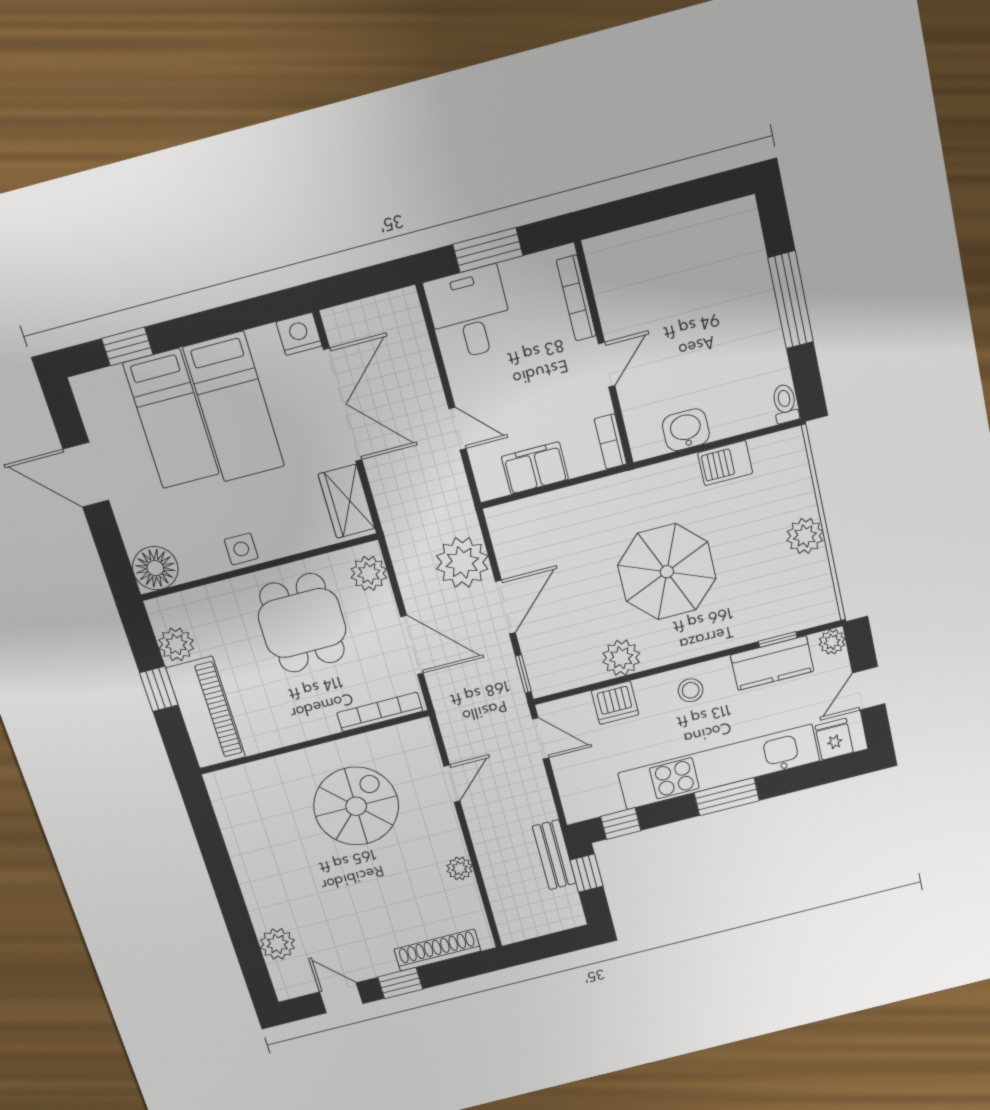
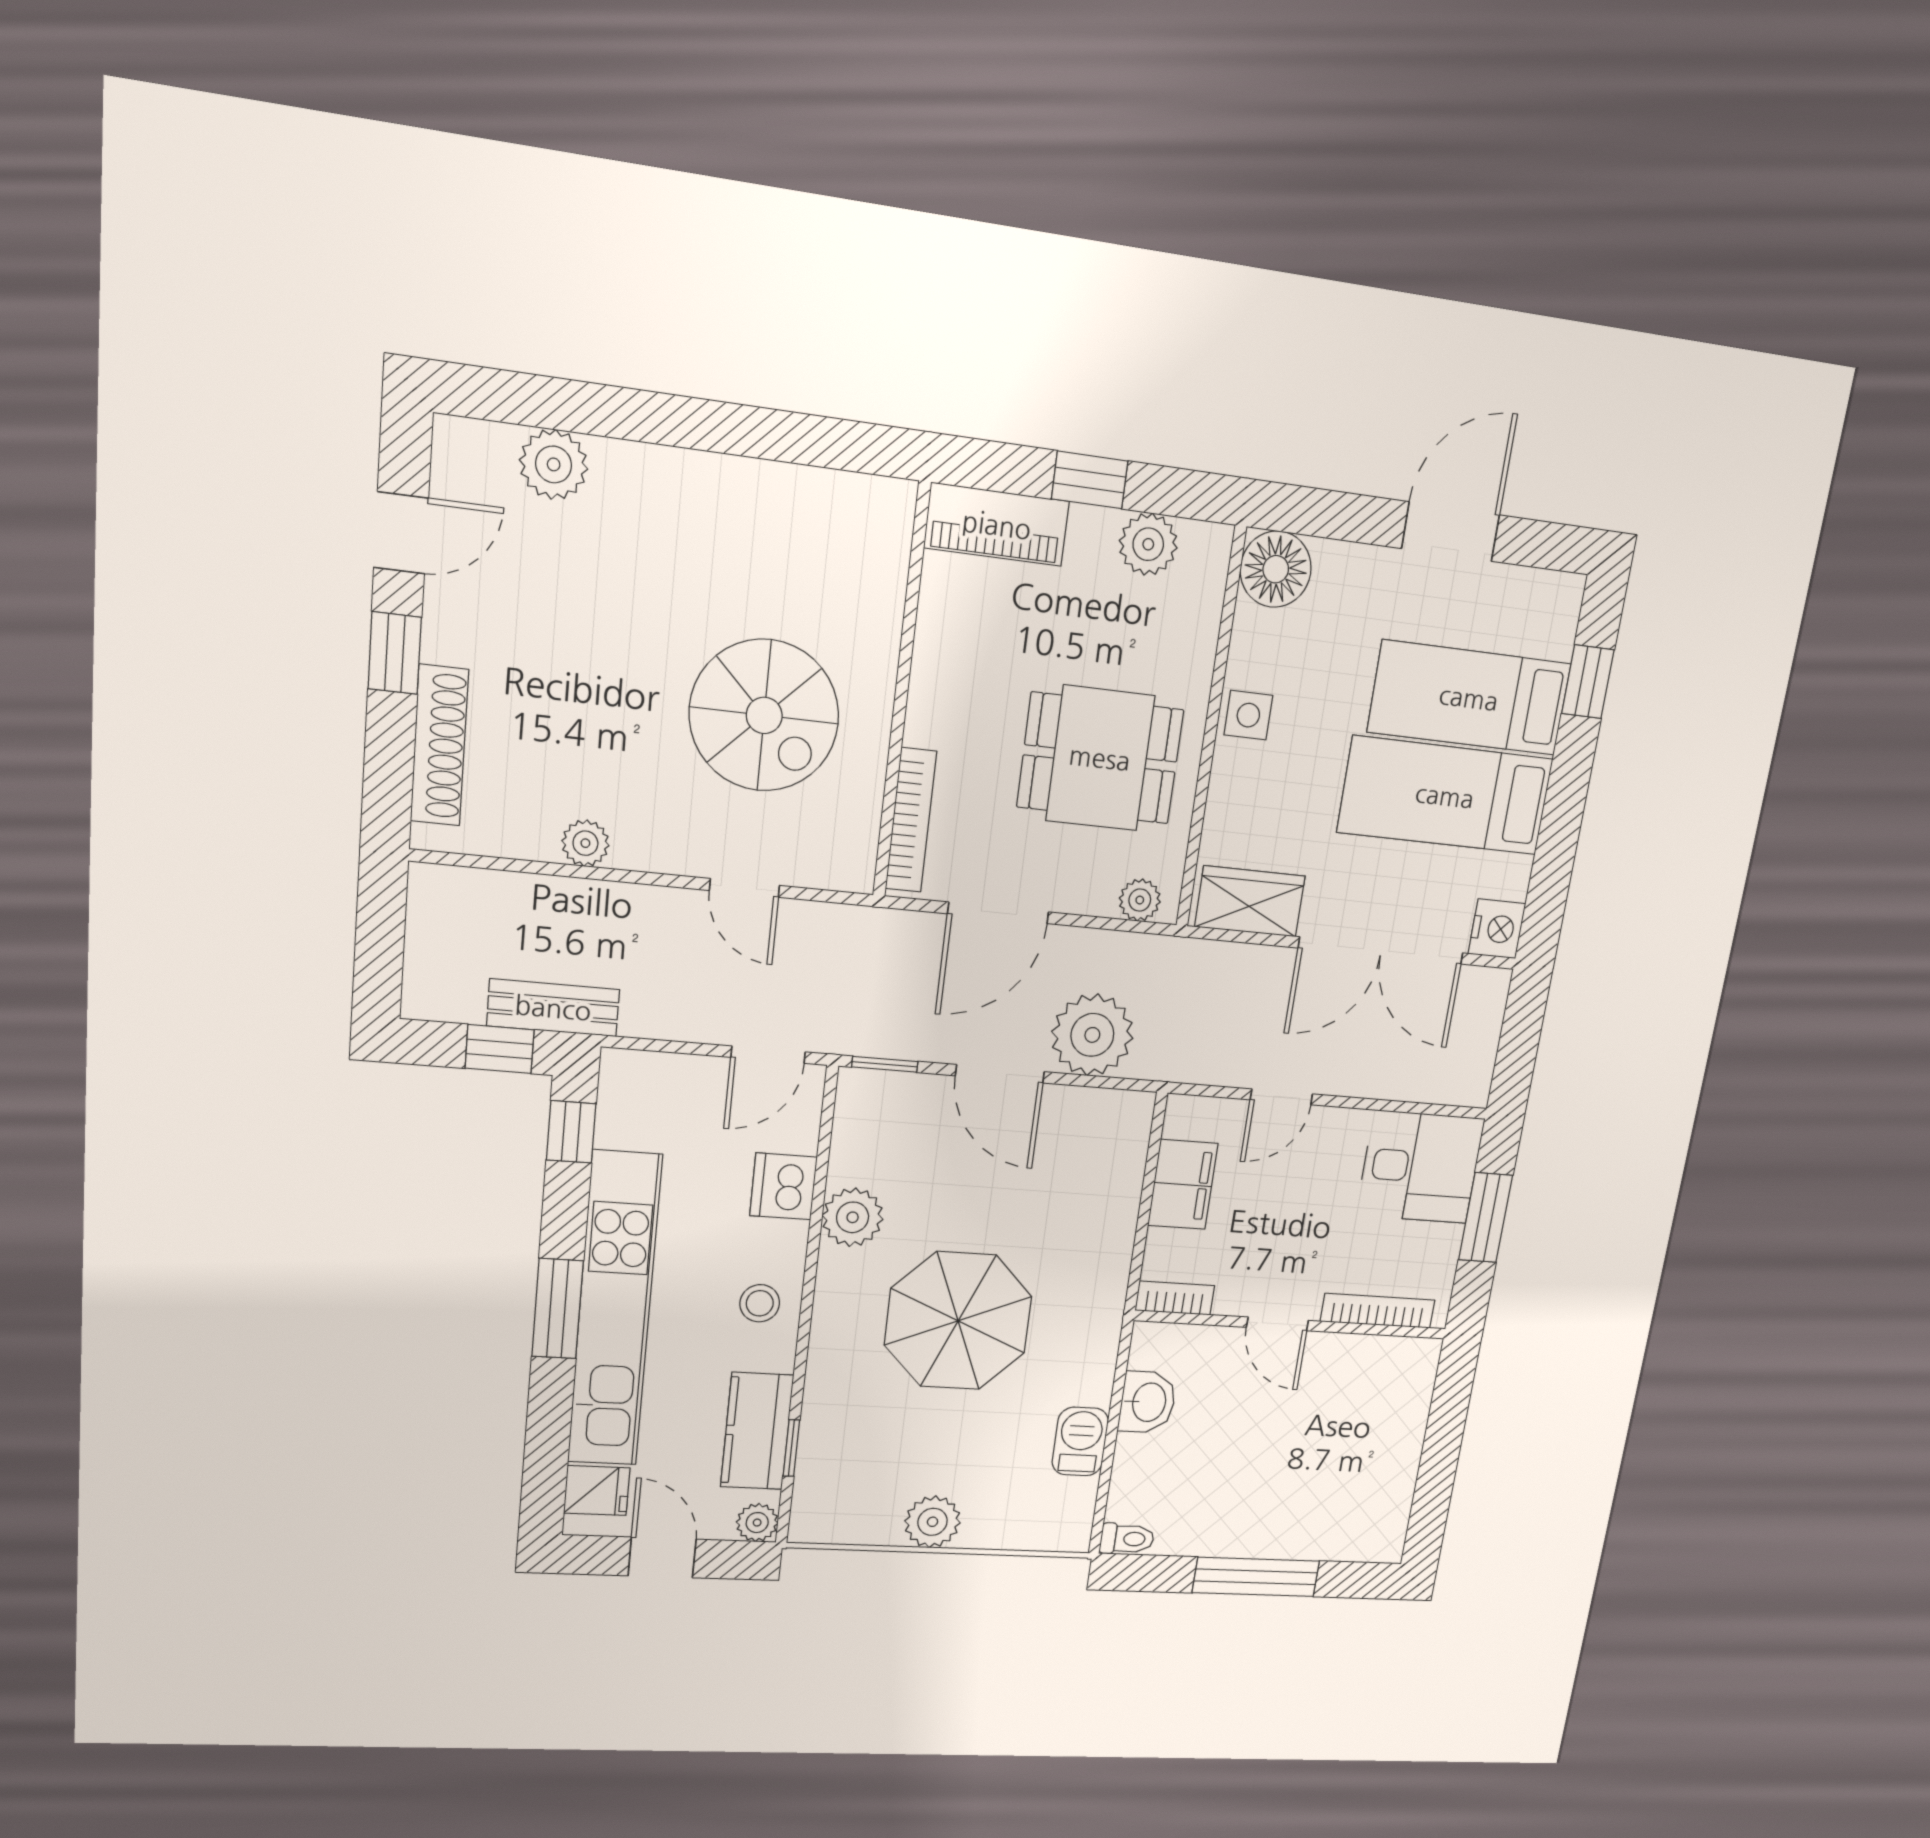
plant: (369, 573) -> (1140, 900), width x0.73, depth x0.73
piano: (206, 713) -> (997, 525), width x0.73, depth x0.75

